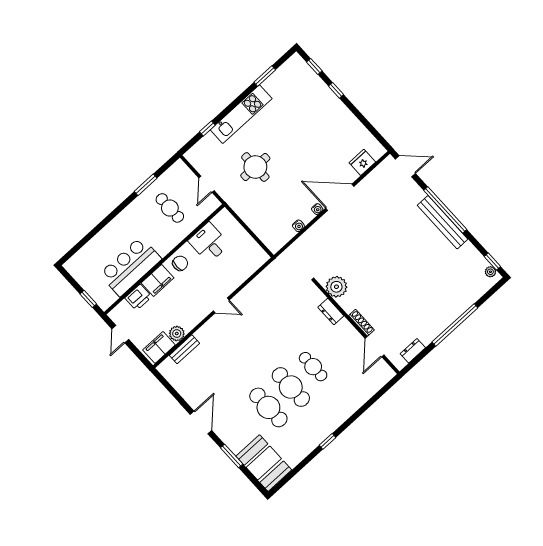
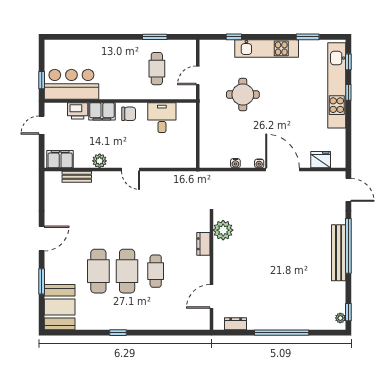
kitchen unit: (322, 93) -> (337, 85), added
bar counter: (130, 267) -> (71, 84), moved
shoe rack: (361, 323) -> (218, 271), removed
plant: (177, 334) -> (100, 161), moved

